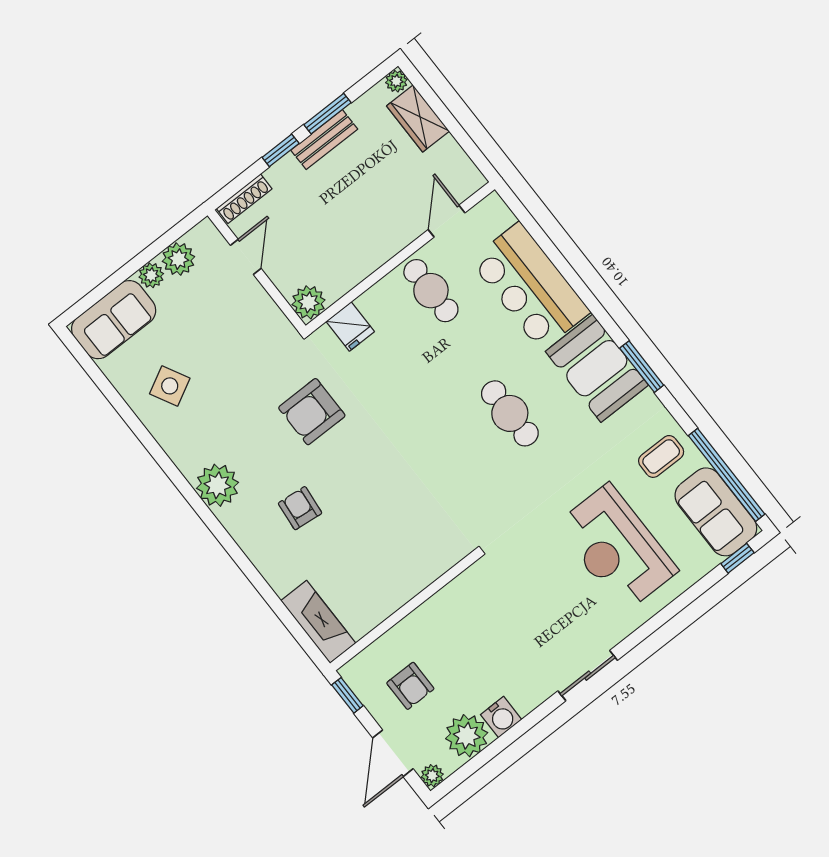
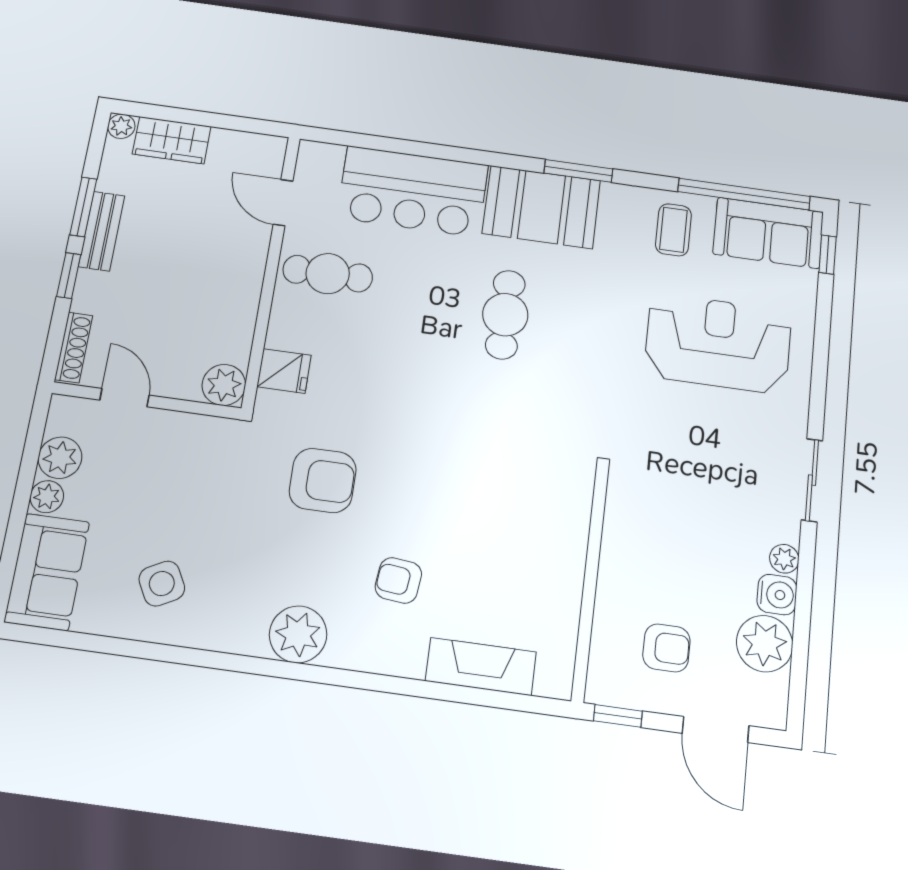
armchair: (312, 412) -> (323, 480), turned -90
cafe table: (510, 413) -> (505, 315), turned 90
reception desk: (616, 548) -> (718, 343), turned 180
fireplace: (318, 622) -> (481, 666), moved
plant: (432, 776) -> (784, 559), moved

